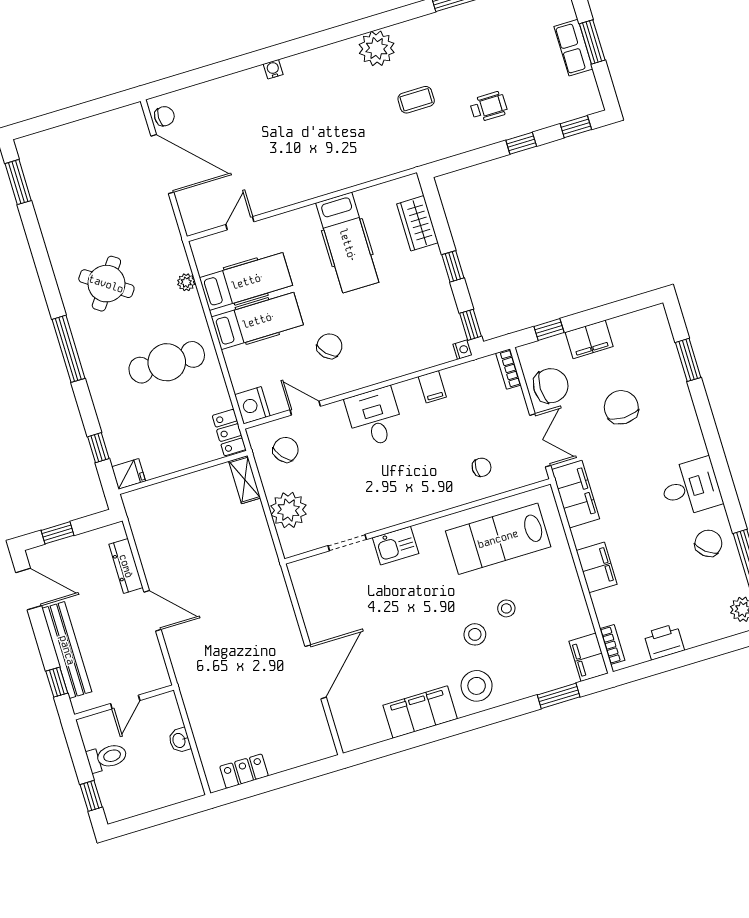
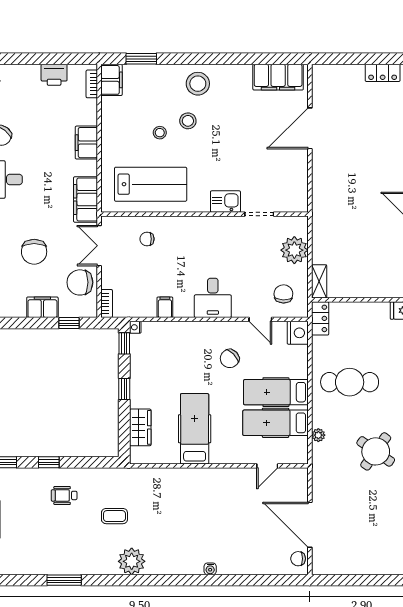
chair: (286, 450) -> (283, 294), turned 132
filing cabinet: (420, 712) -> (278, 77), moved

